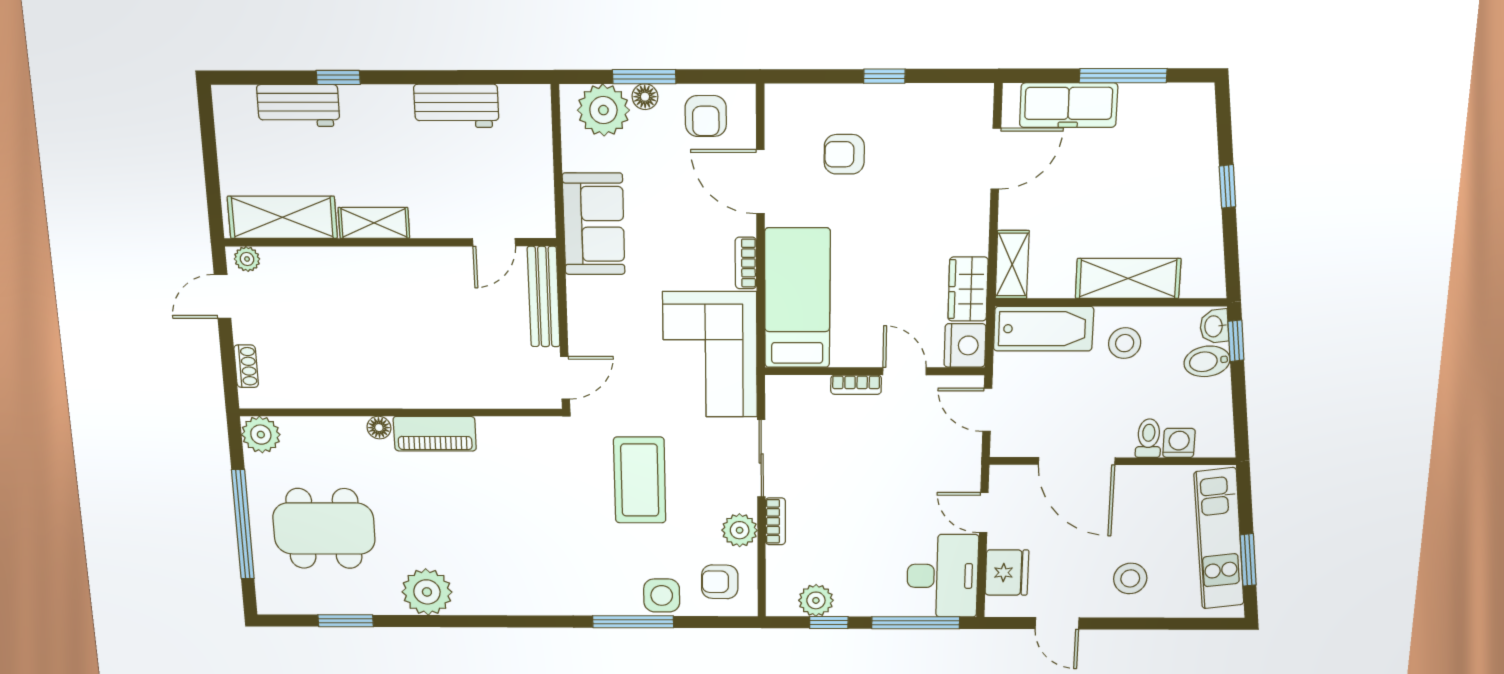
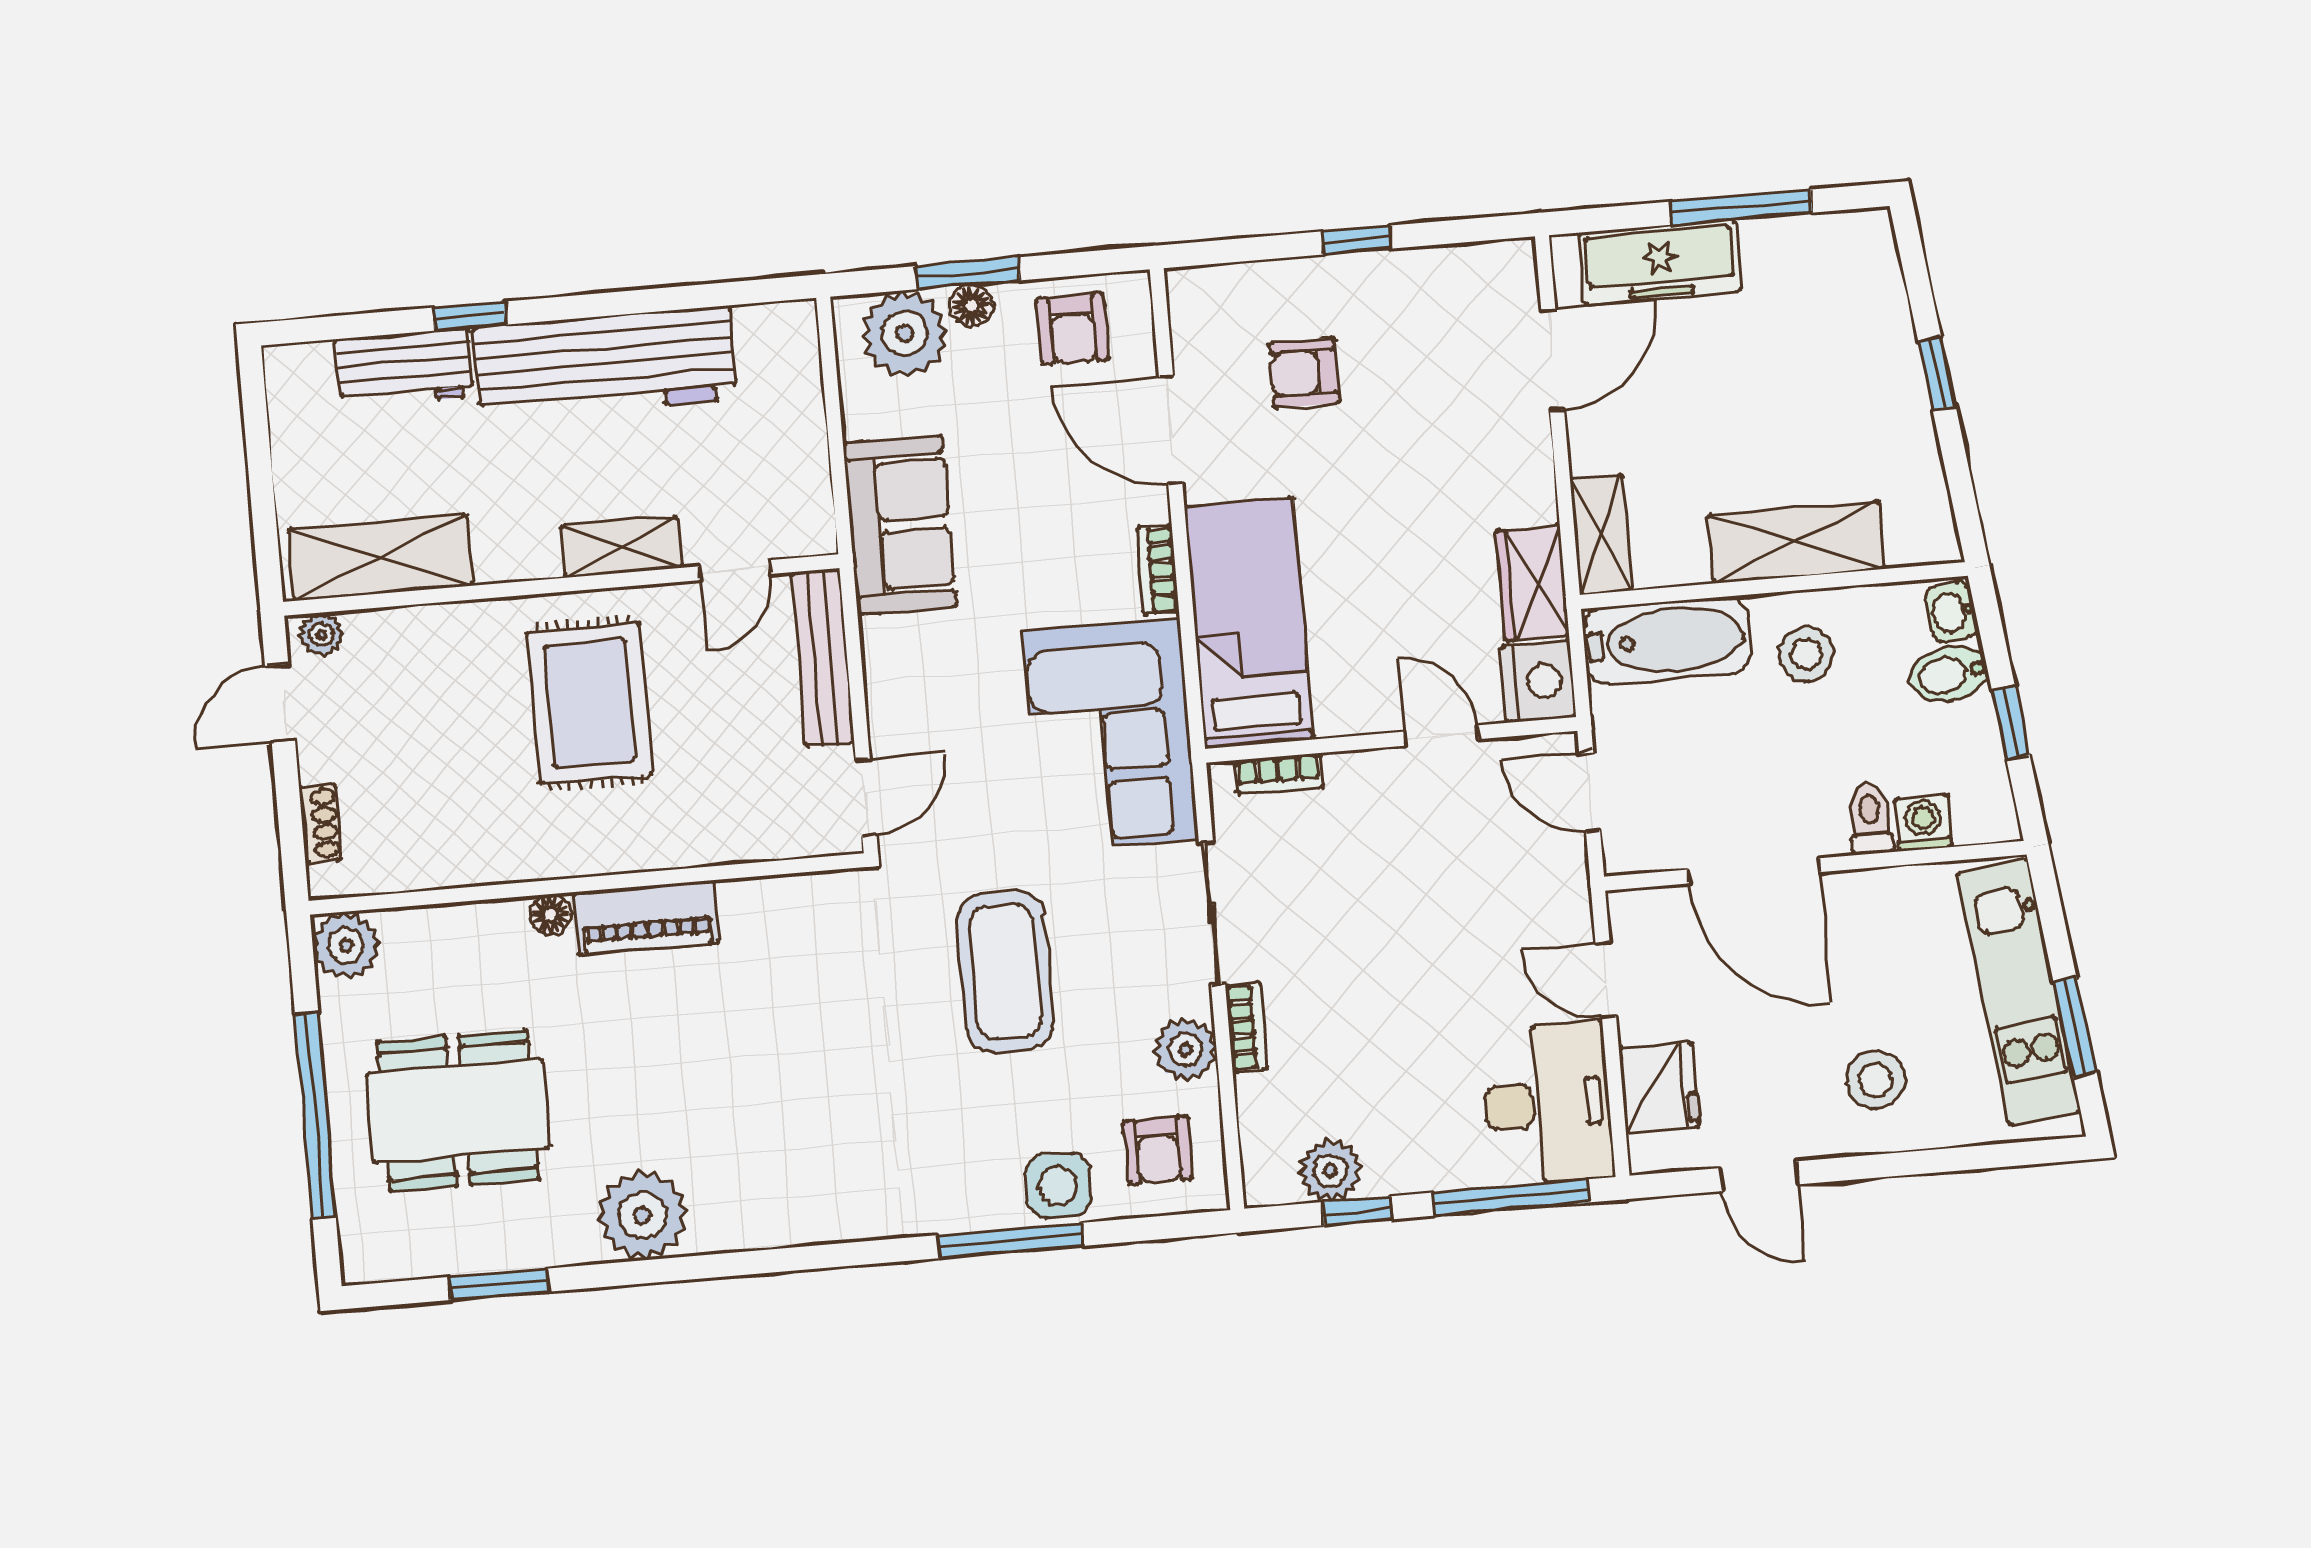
workbench: (456, 106) -> (605, 363), width x1.88, depth x1.32
shelving: (374, 223) -> (621, 547), moved
rug: (405, 311) -> (589, 703), added
window: (1236, 341) -> (2011, 723), moved
bookcase: (856, 385) -> (1278, 774), moved
armchair: (720, 582) -> (1158, 1150), turned -91

